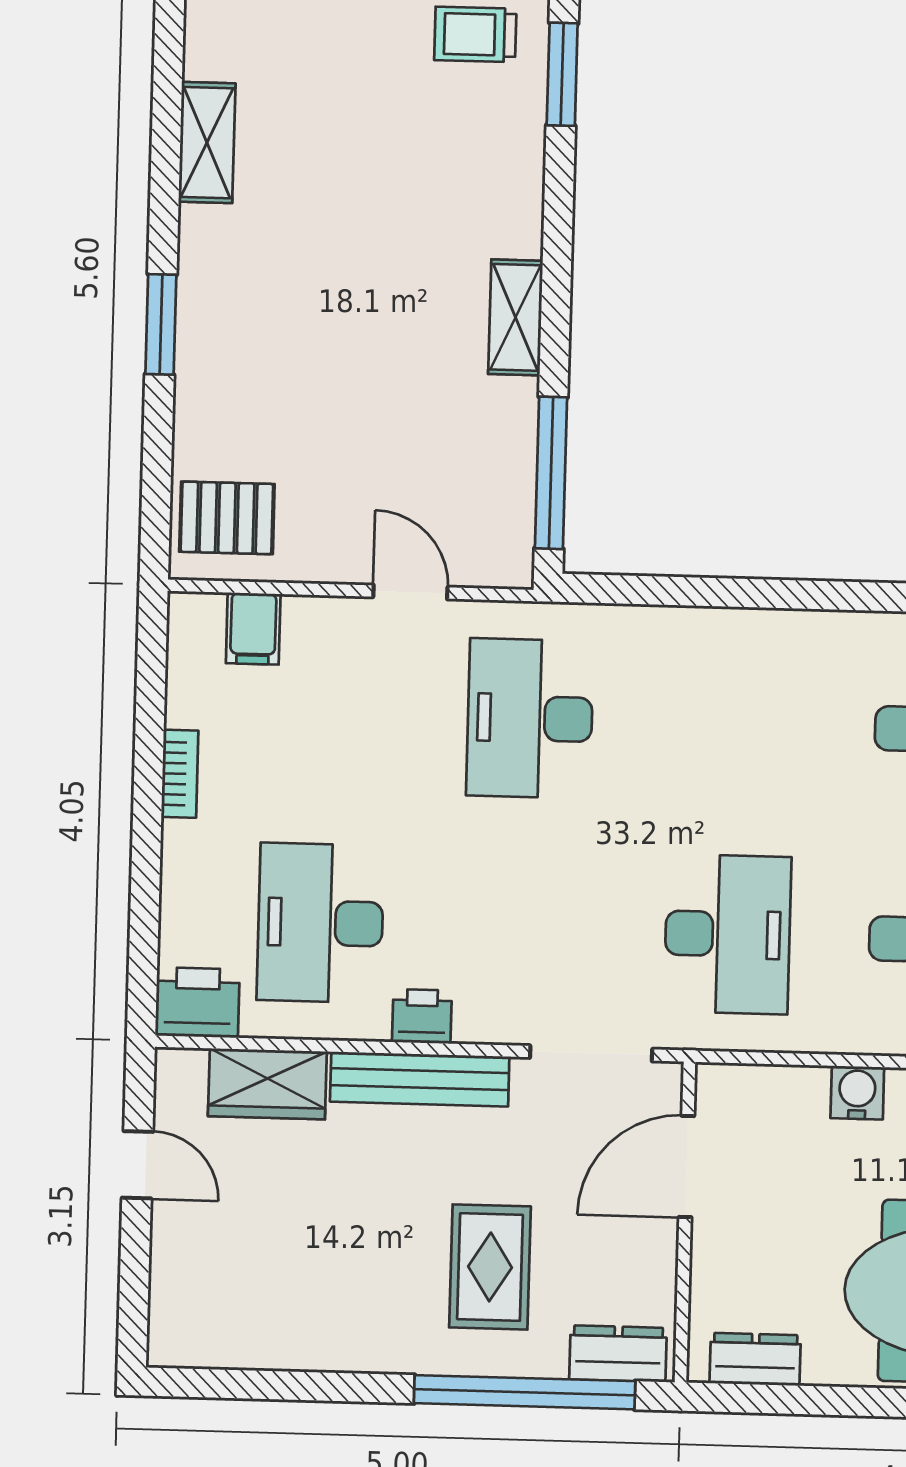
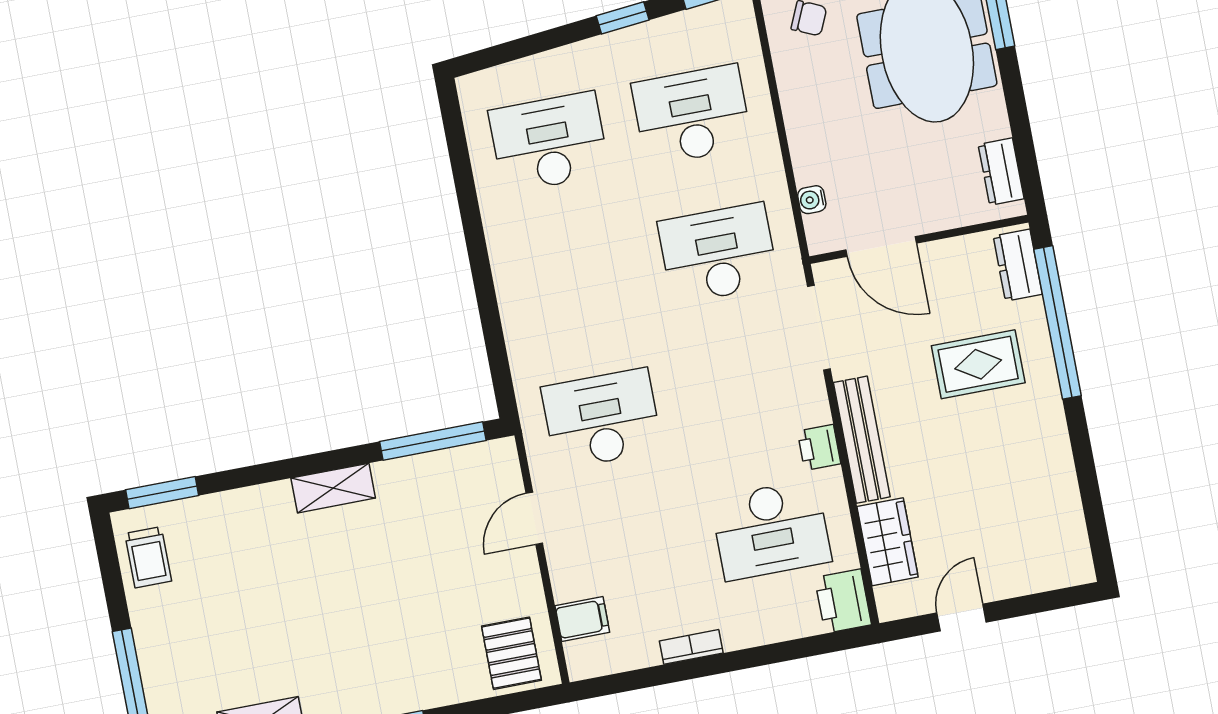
desk: (530, 718) -> (602, 419), turned 180
water cooler: (857, 1093) -> (812, 200), moved, width x0.72, depth x0.72

